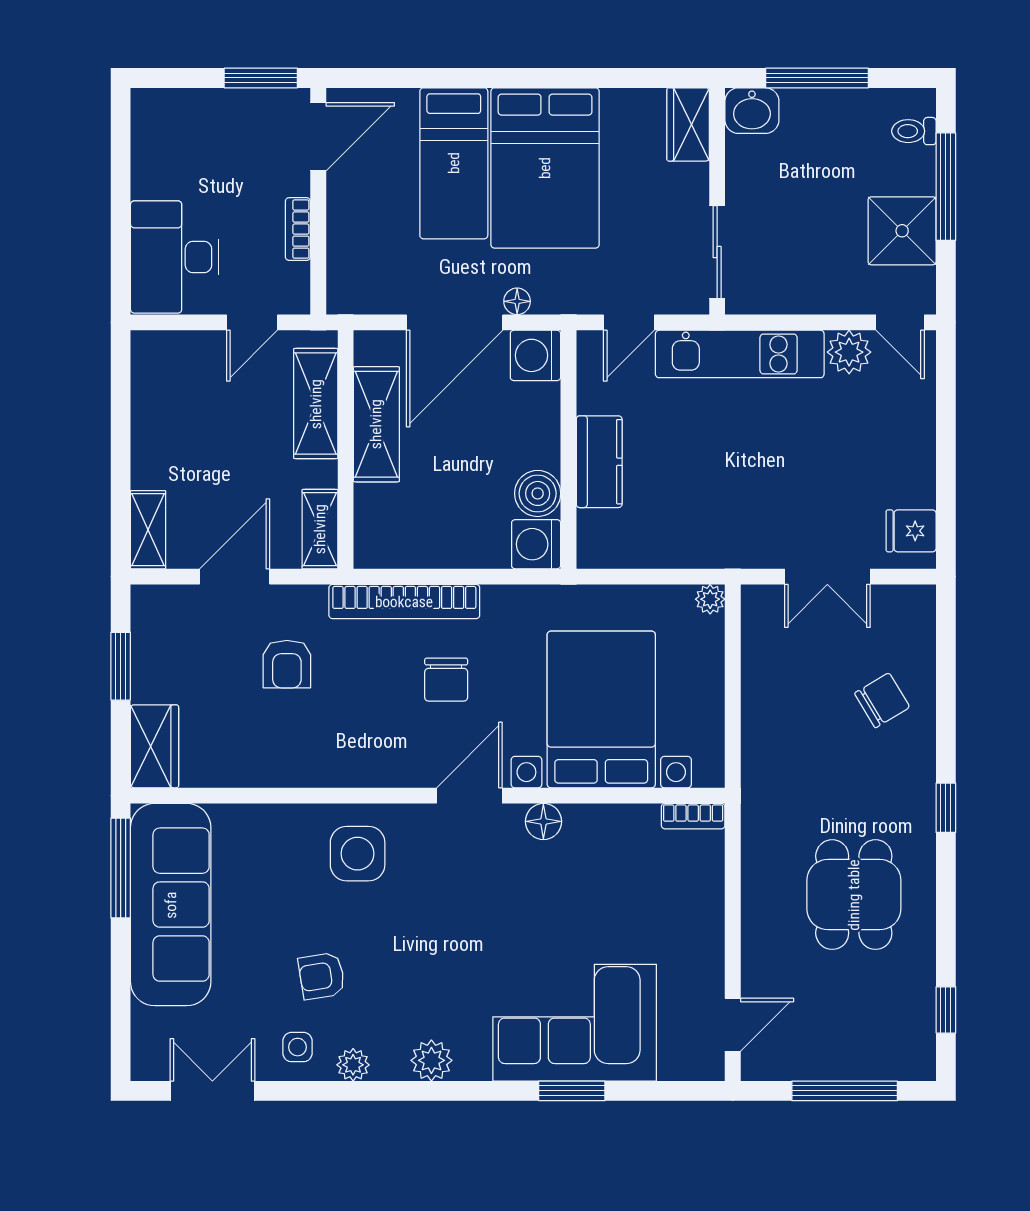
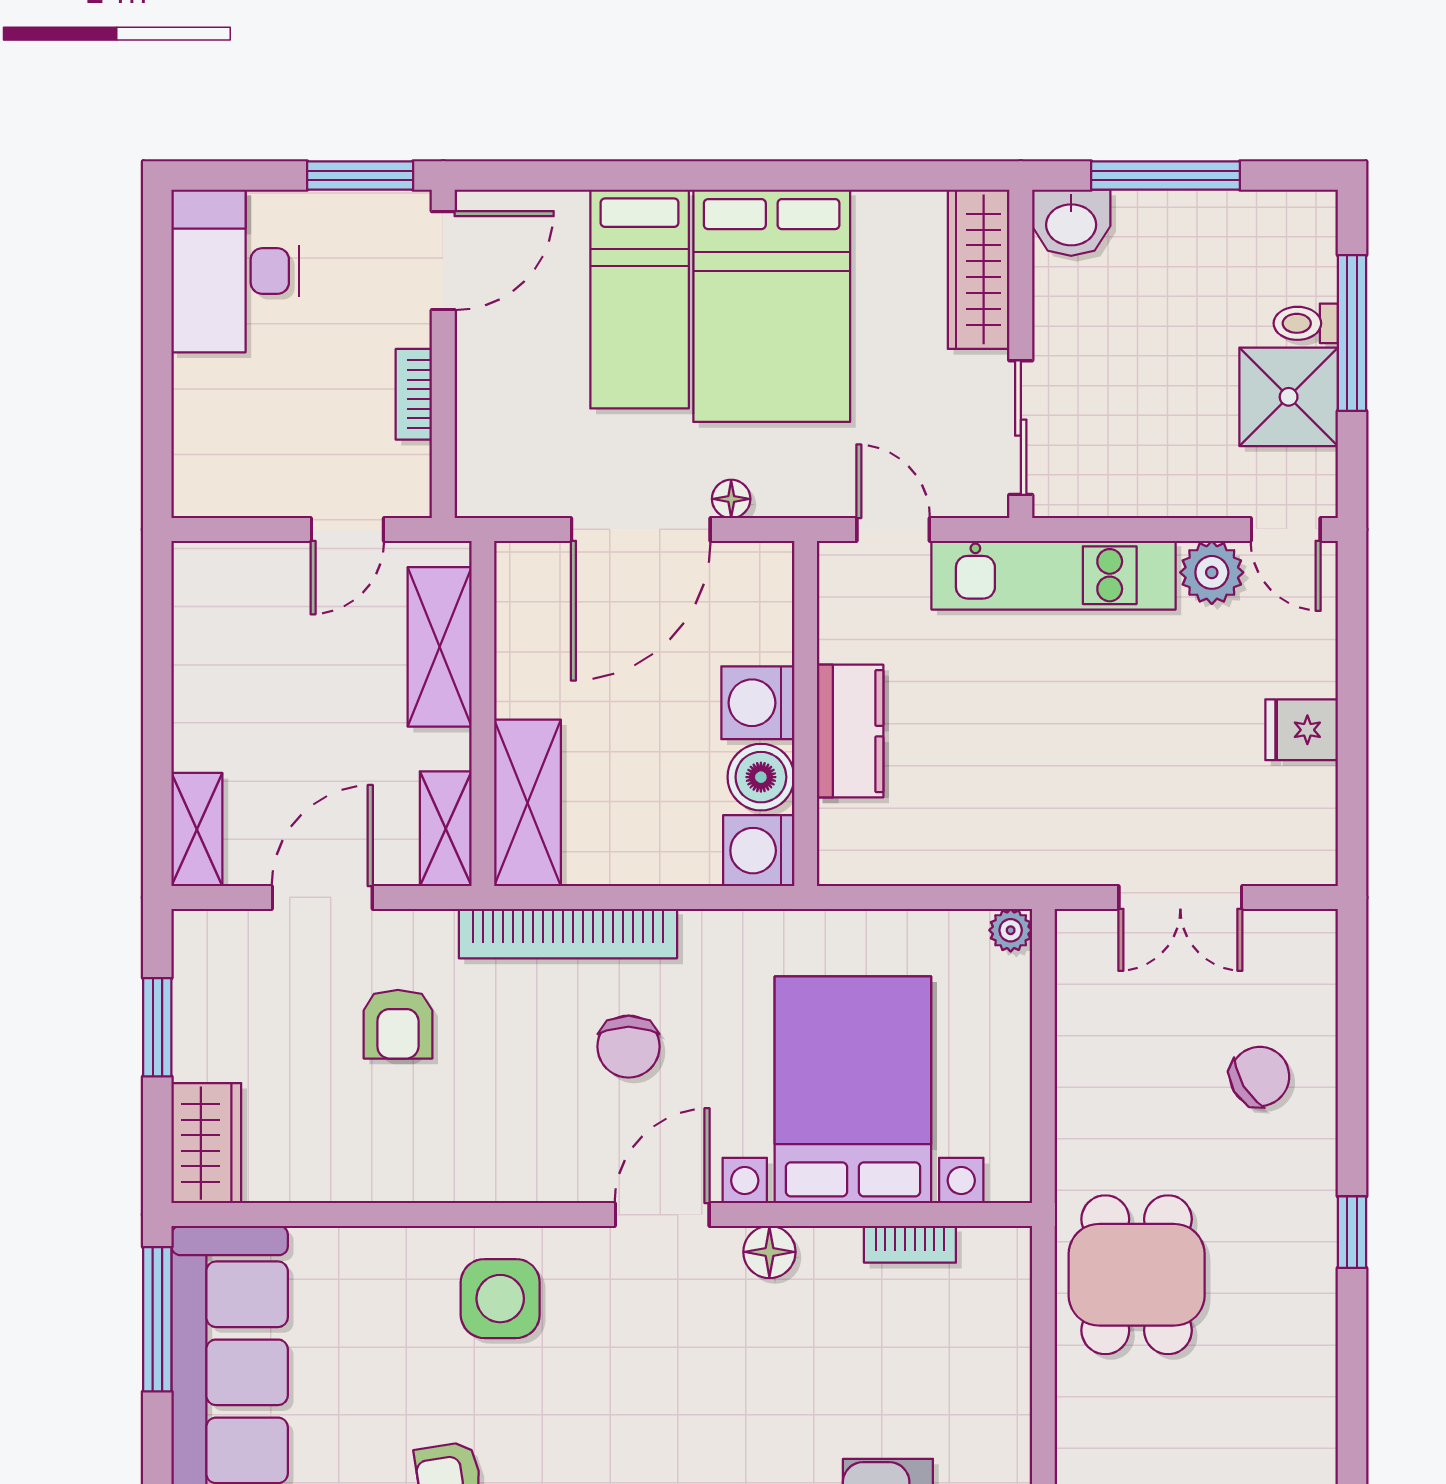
wardrobe: (688, 124) -> (979, 269), width x1.50
toilet: (914, 131) -> (1306, 323), moved
desk: (175, 257) -> (235, 271), moved
door: (629, 322) -> (893, 529), swing flipped
washing machine: (535, 355) -> (758, 703), moved
shelving: (376, 424) -> (528, 803), moved
fridge: (911, 531) -> (1302, 730), moved
bookcase: (693, 816) -> (910, 1244), moved
dining table: (854, 895) -> (1137, 1275), moved

